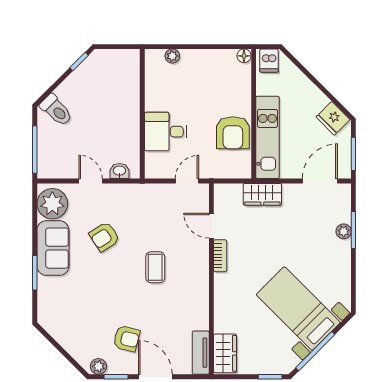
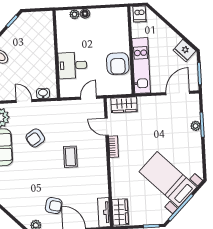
floor lamp: (244, 56) -> (85, 14), moved
wardrobe: (262, 194) -> (124, 105), moved

